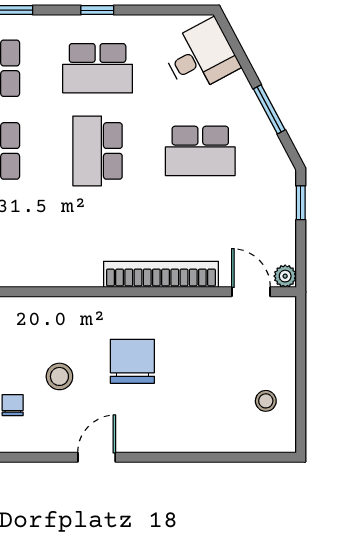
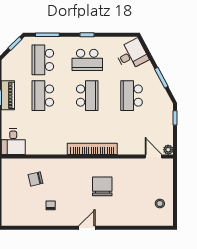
school desk: (98, 151) -> (87, 96), turned 180
school desk: (200, 151) -> (132, 96), turned 90
bookcase: (161, 274) -> (92, 149), moved
stool: (59, 376) -> (71, 193), removed

